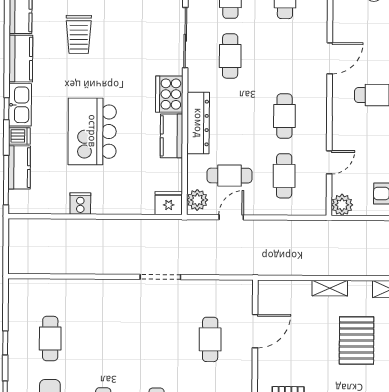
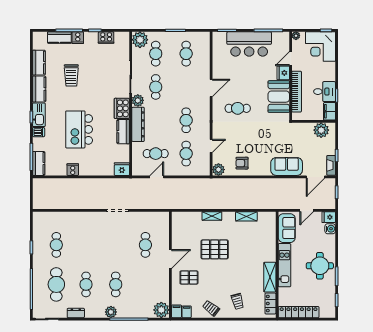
kitchen counter: (19, 167) -> (39, 163), moved
plant: (197, 200) -> (138, 100), moved
door: (255, 331) -> (170, 259), moved
pallet: (357, 340) -> (215, 249), moved, turned 90

